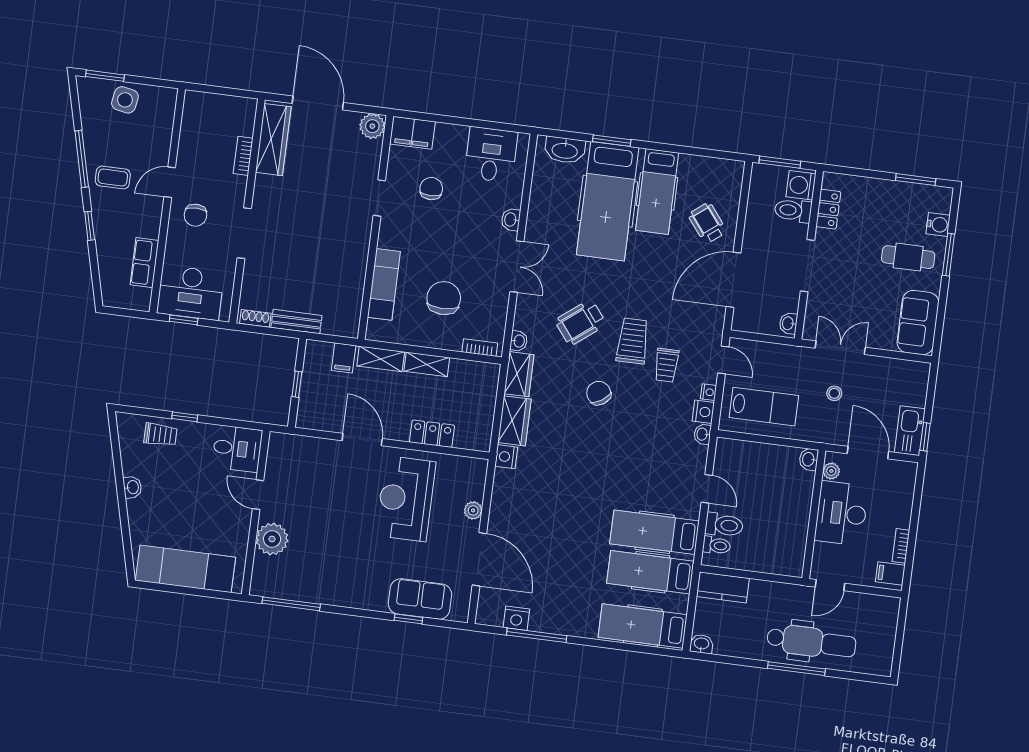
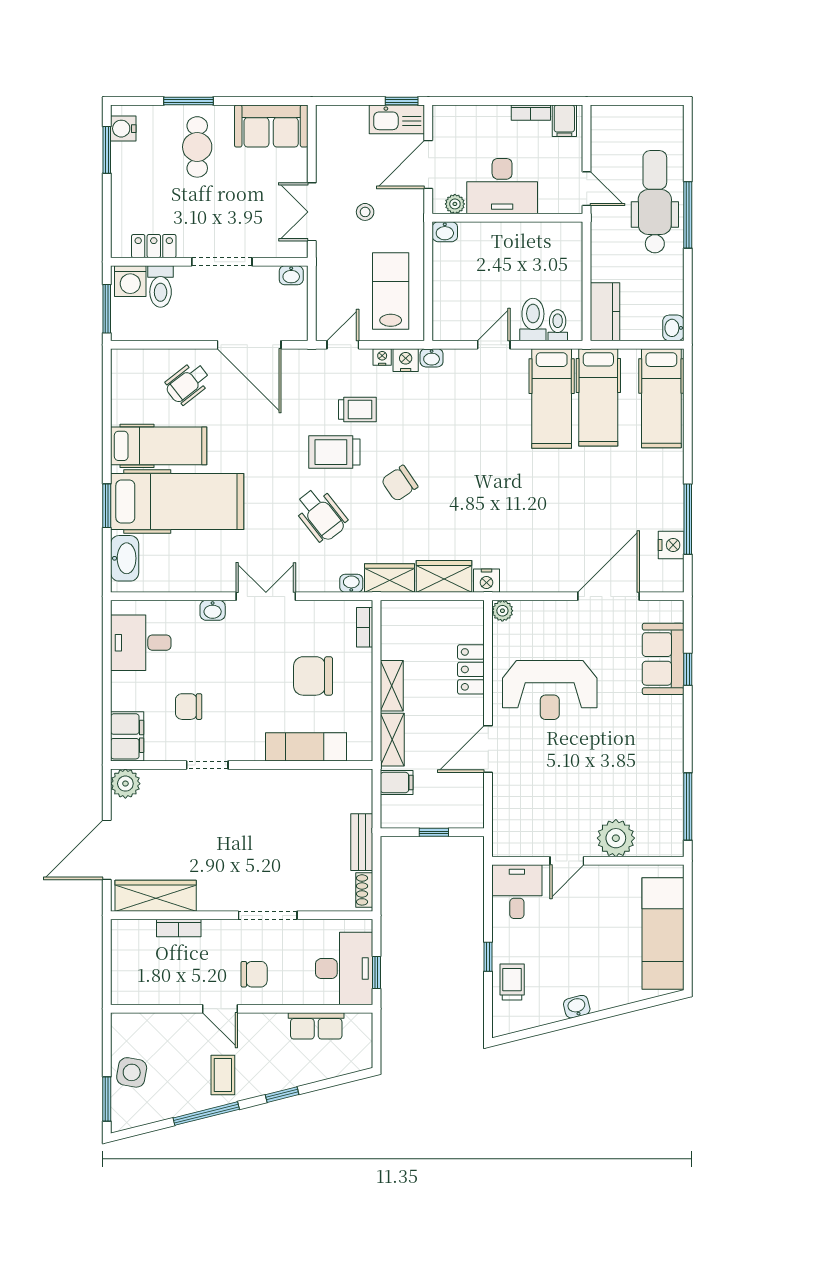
water cooler: (938, 225) -> (123, 129), moved, turned -90
plant: (473, 510) -> (502, 611), moved

